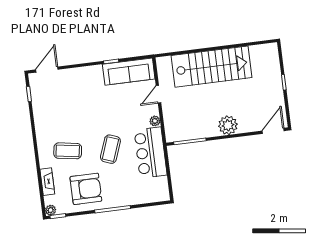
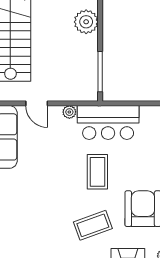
coffee table: (110, 149) -> (97, 172), turned 70
coffee table: (68, 151) -> (93, 225), turned 61

